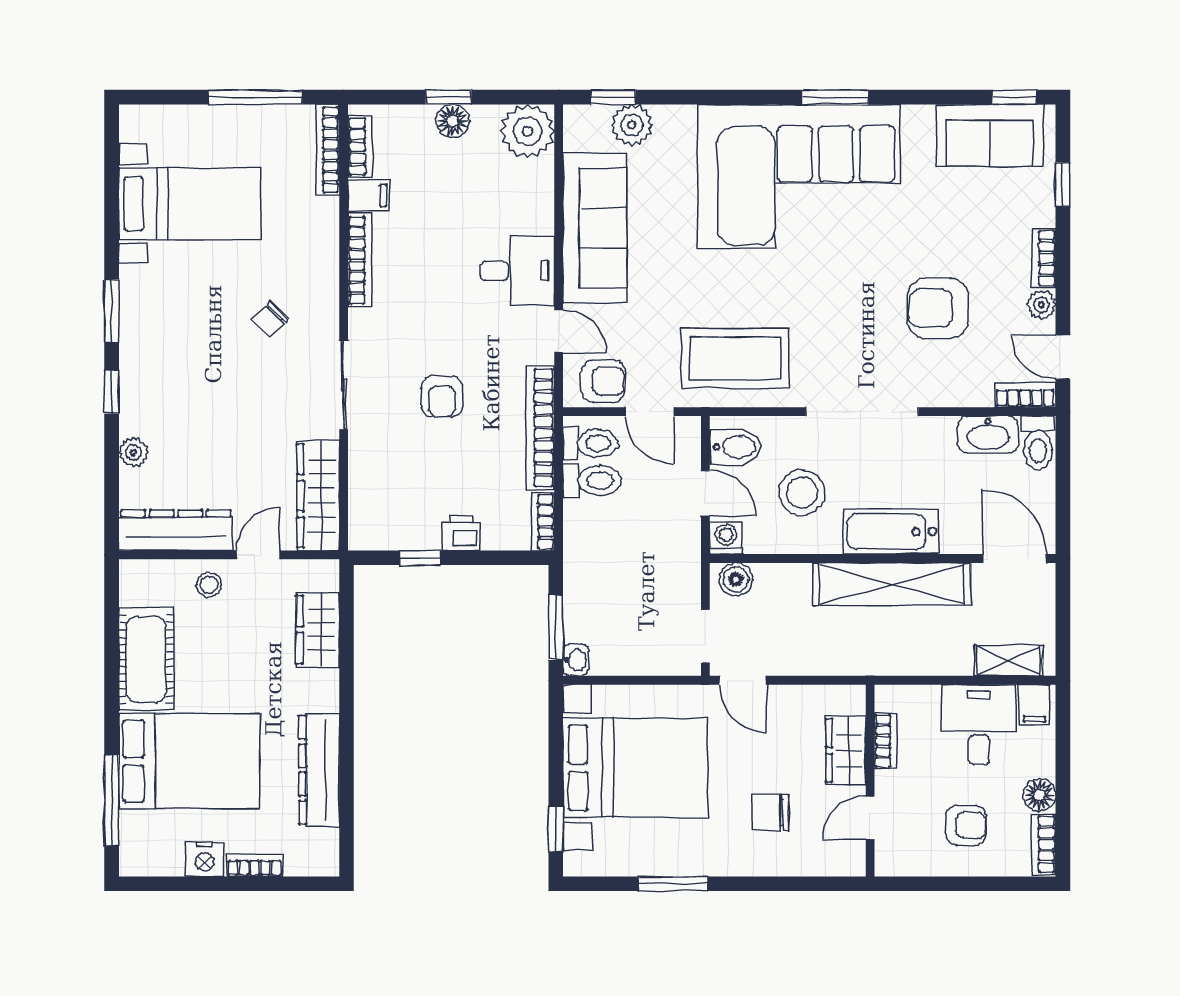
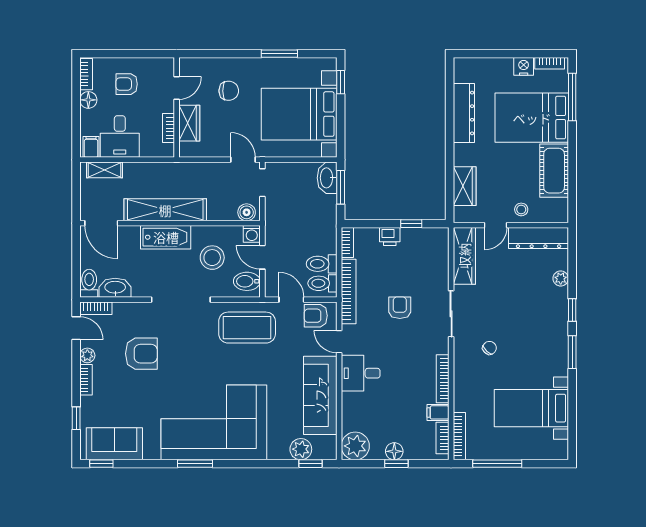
washbasin: (576, 660) -> (327, 178), width x1.91, depth x1.45
bookcase: (255, 865) -> (550, 63), moved

